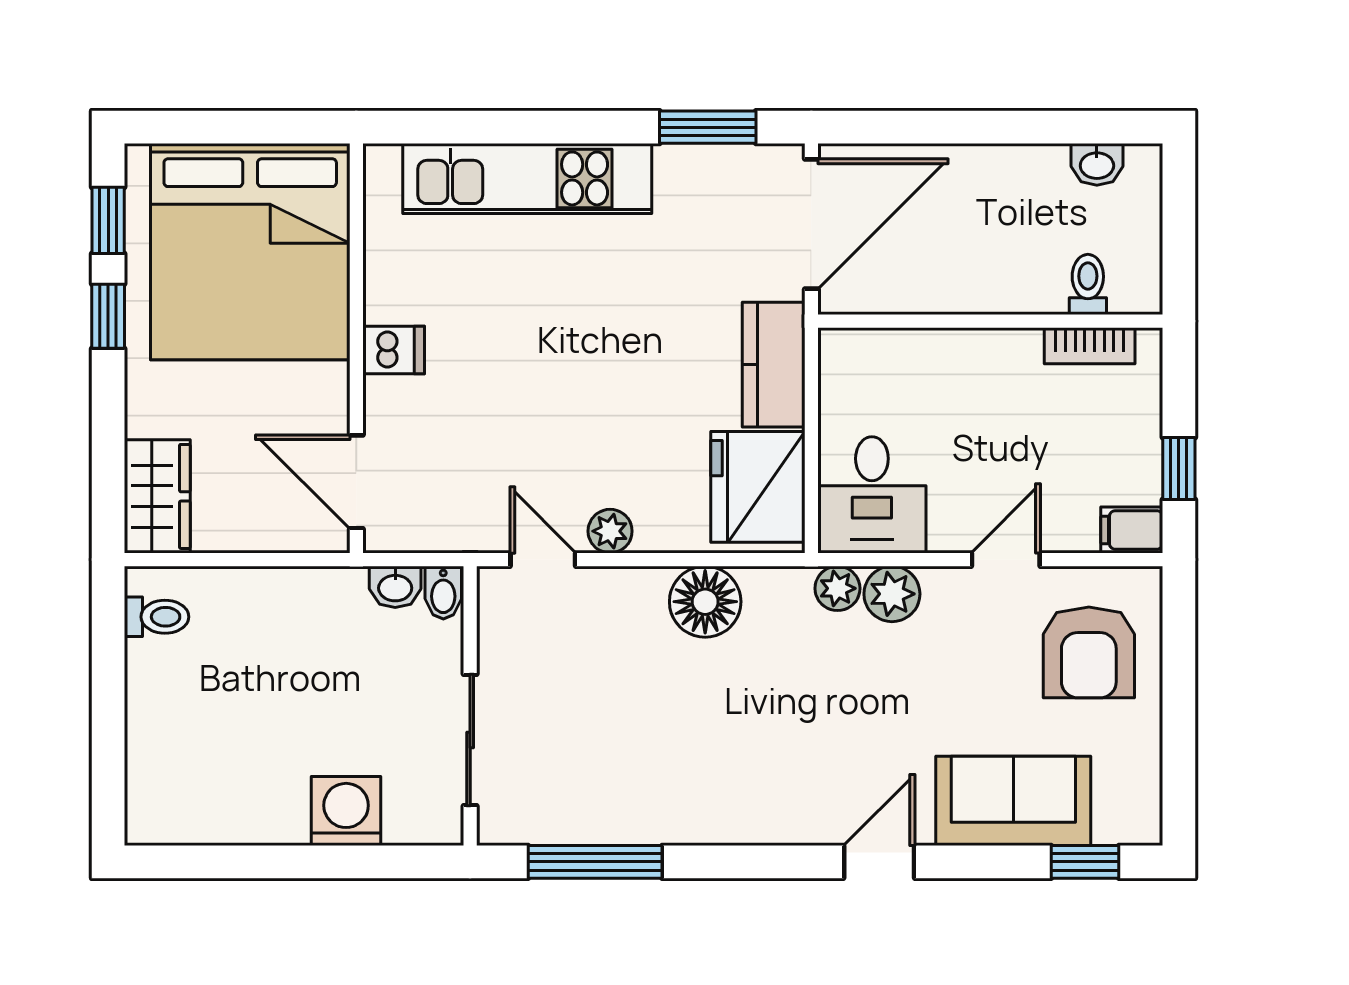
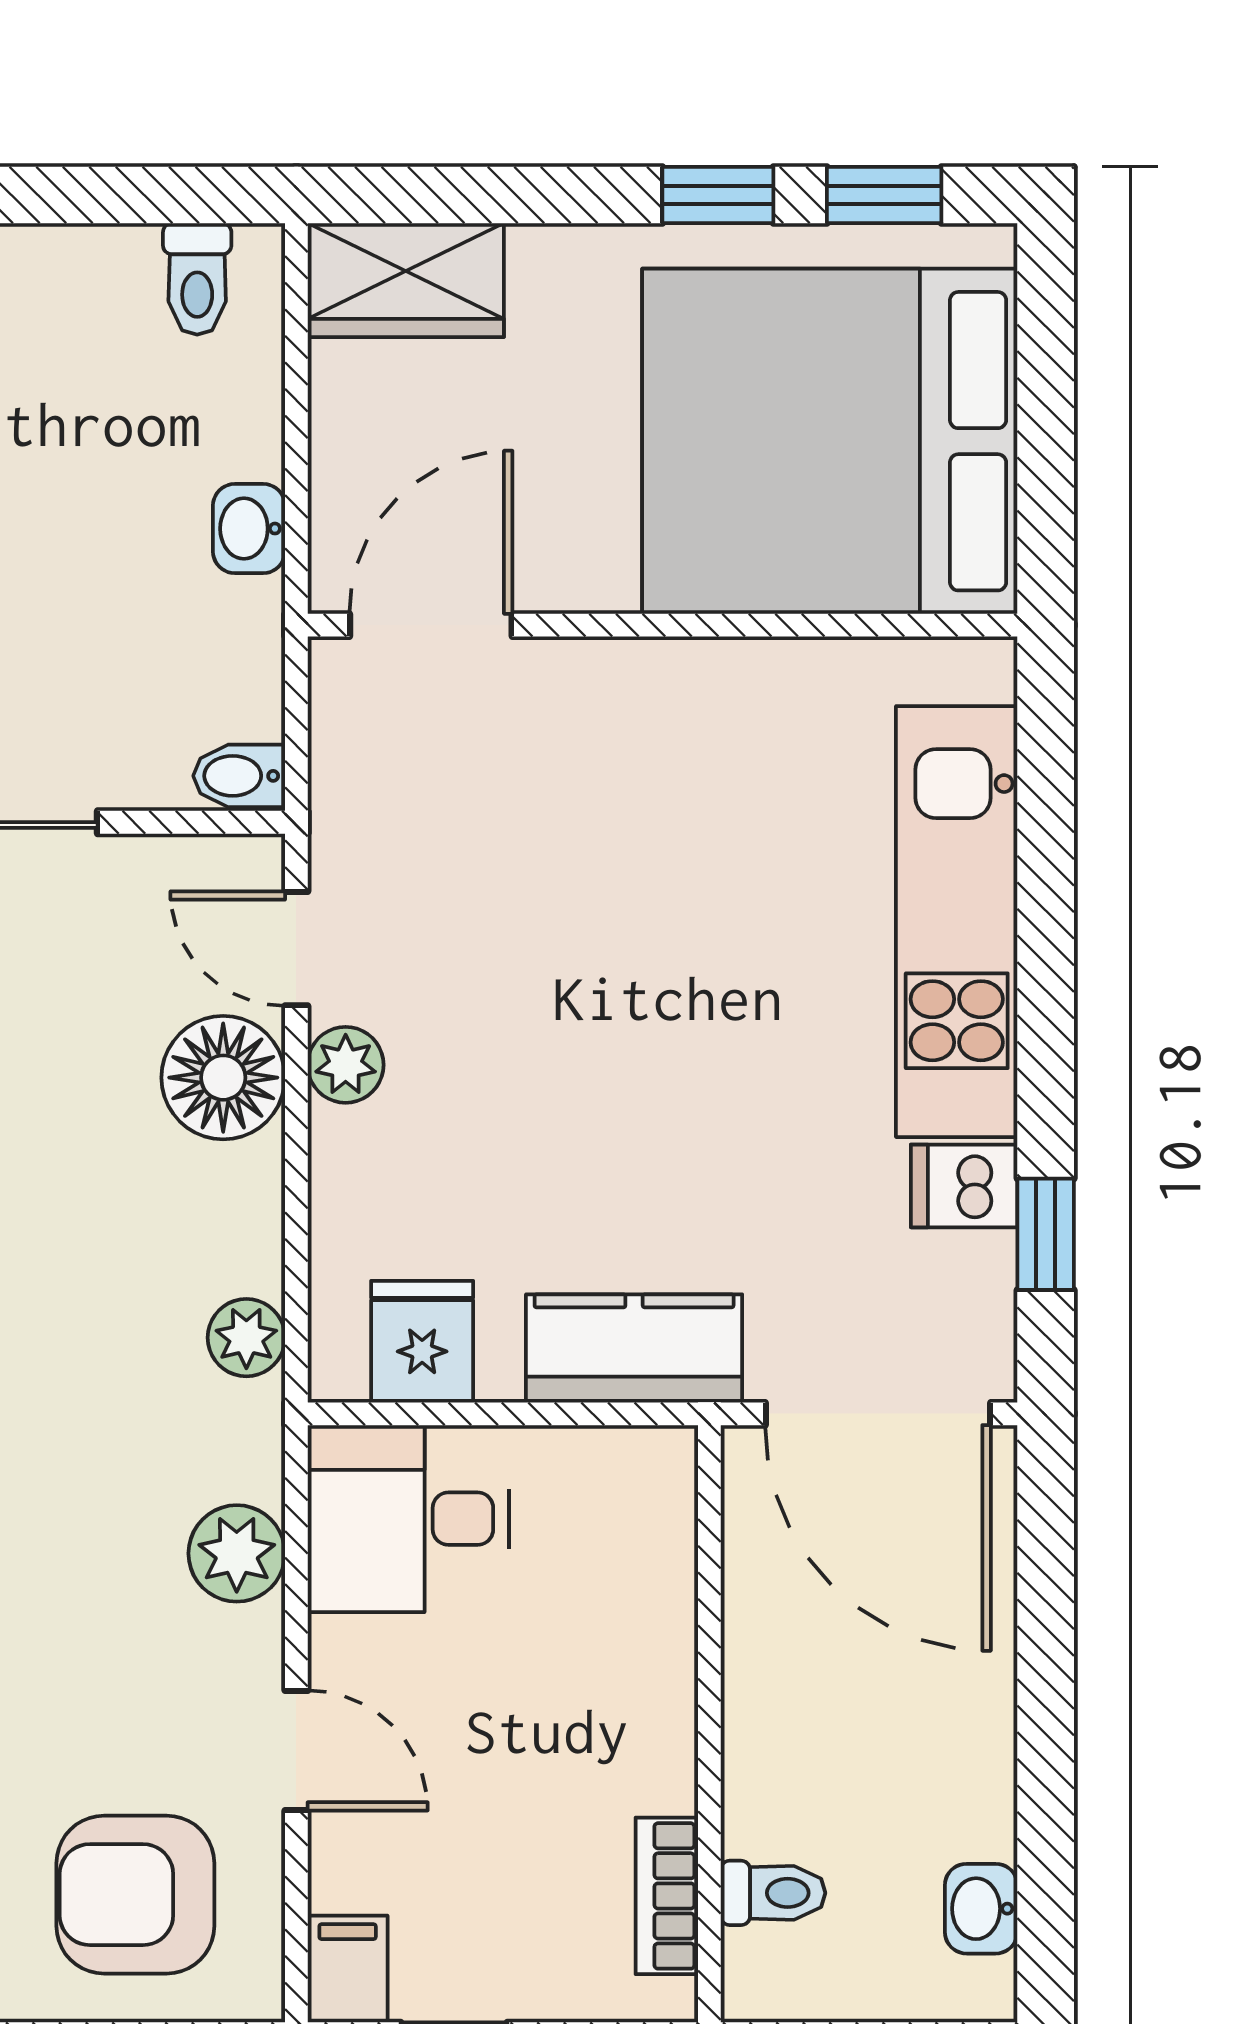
window: (708, 127) -> (1046, 1234), width x0.67
dishwasher: (394, 350) -> (964, 1186), moved, turned 90
fridge: (758, 487) -> (422, 1342), width x0.53, depth x0.75
door: (543, 560) -> (296, 949), swing flipped
washbasin: (395, 587) -> (249, 529), moved
plant: (837, 588) -> (246, 1338), moved
floor lamp: (705, 602) -> (223, 1078), moved

